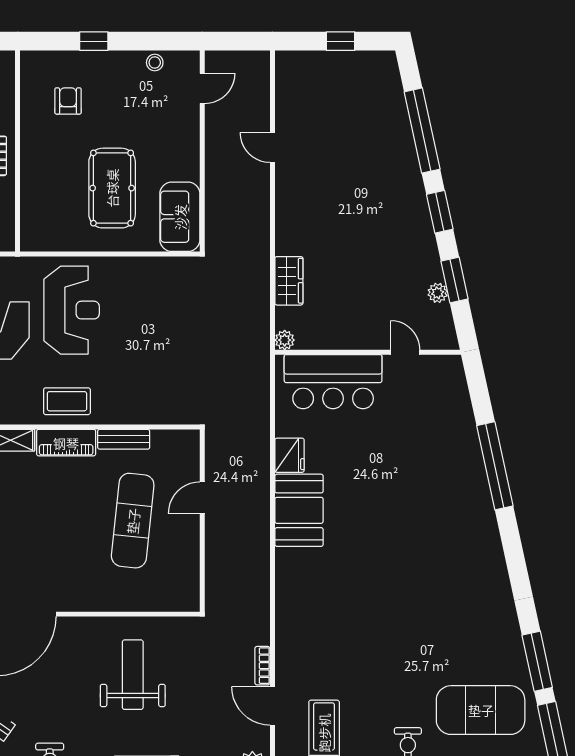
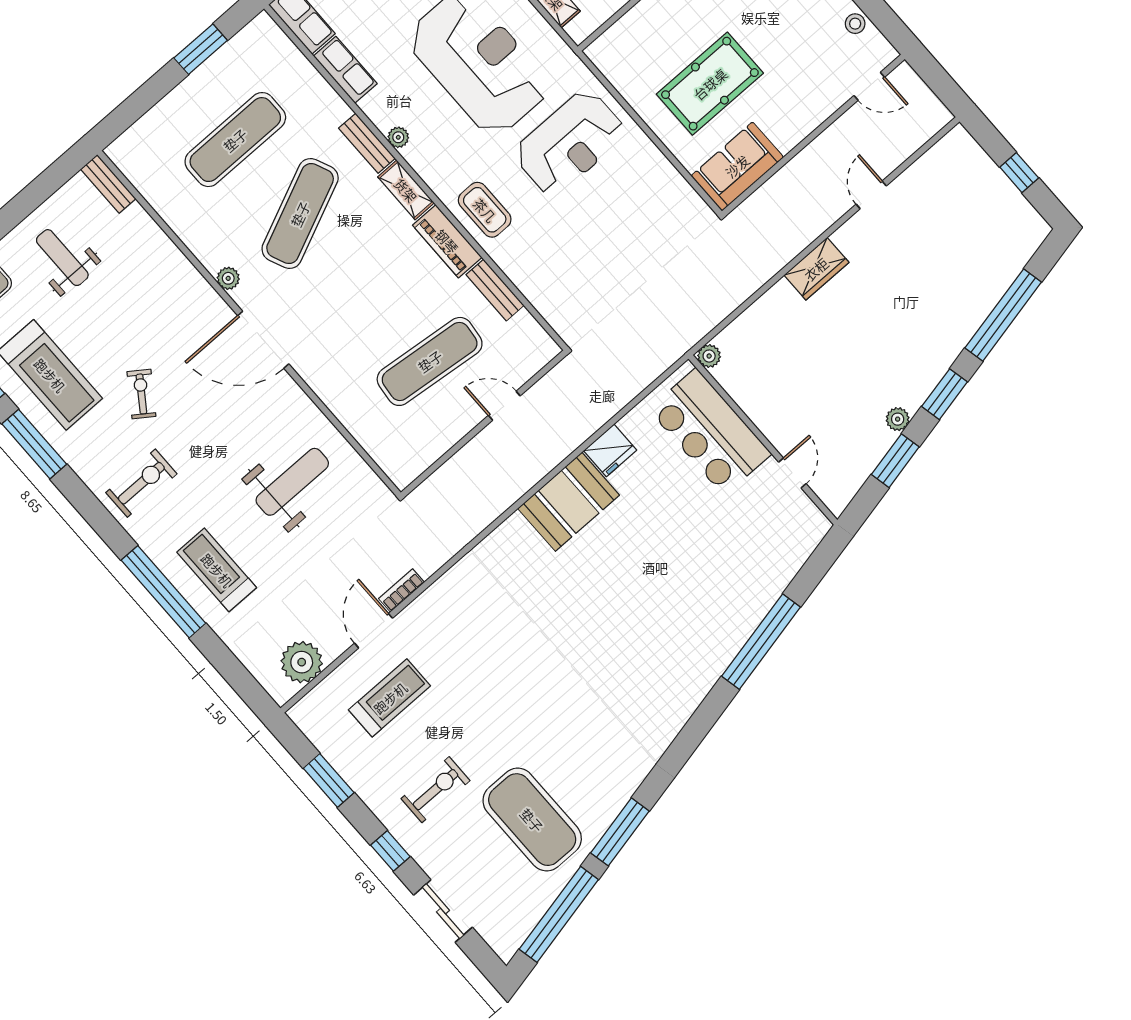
wardrobe: (289, 281) -> (816, 269), moved
plant: (438, 293) -> (898, 419), moved

